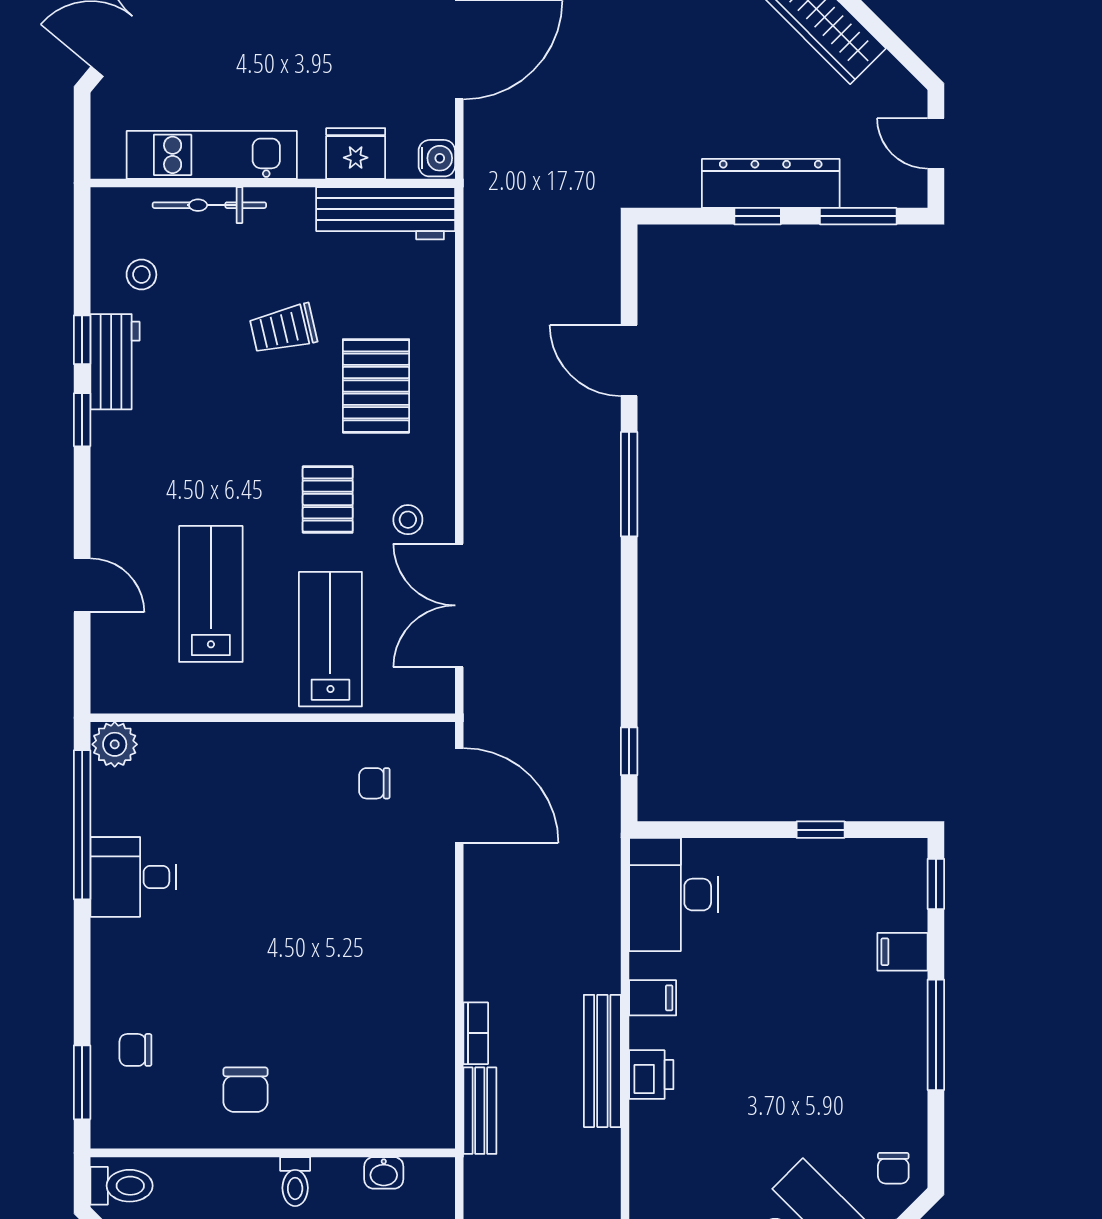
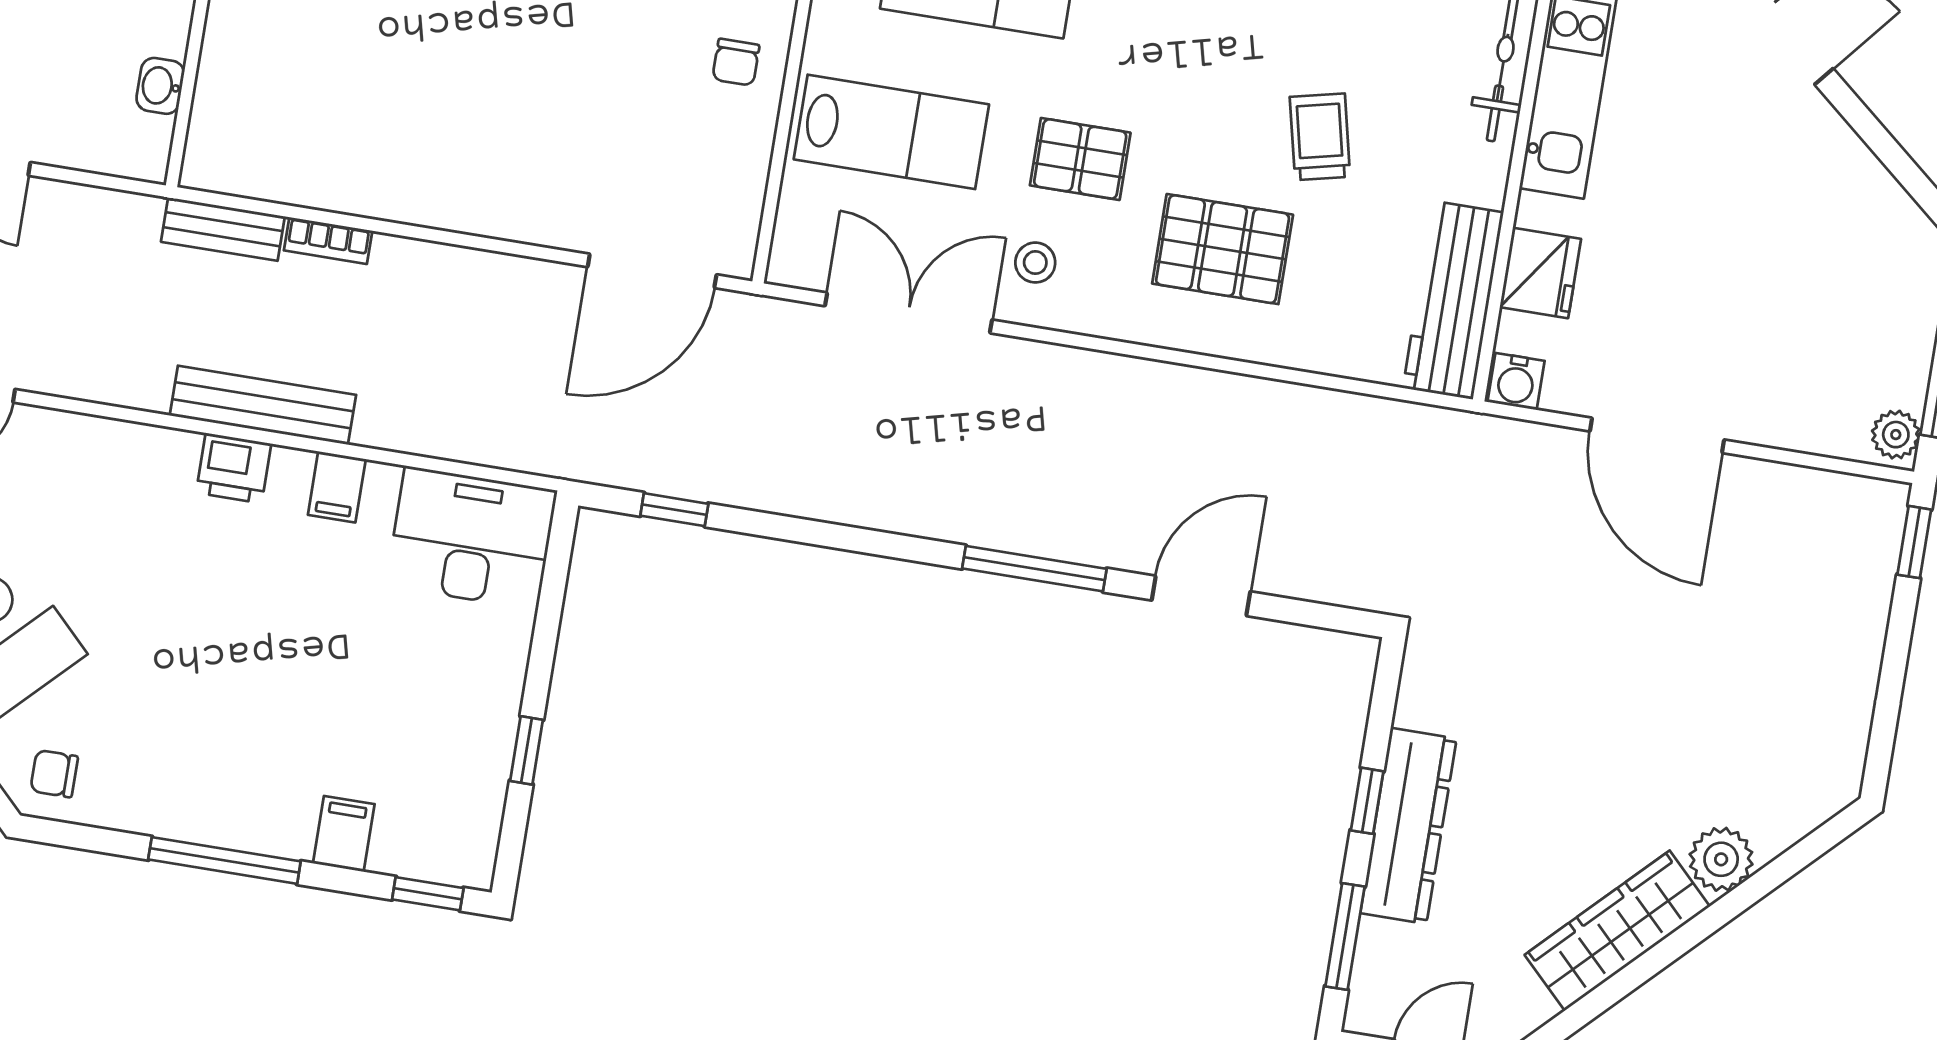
chair: (374, 783) -> (736, 62), moved, turned 180

